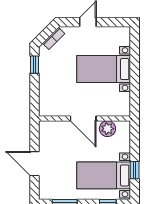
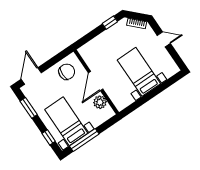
chair: (54, 141) -> (67, 72), added
door: (35, 164) -> (31, 76), moved
window: (135, 170) -> (84, 140), width x2.17

